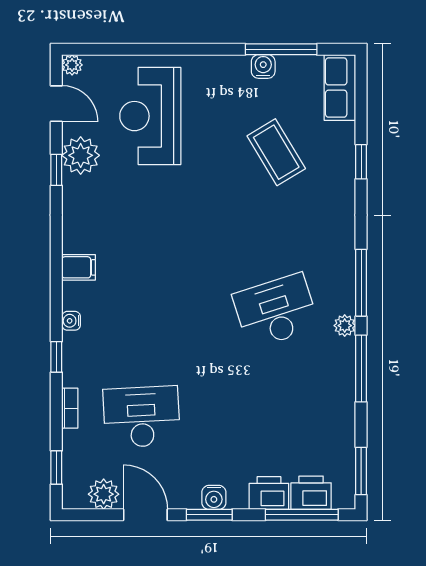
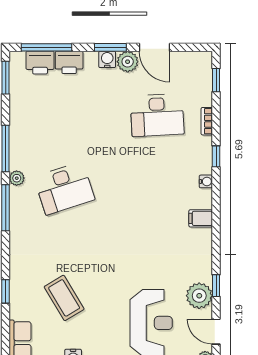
plant: (104, 494) -> (128, 62), moved

